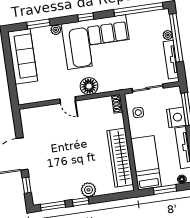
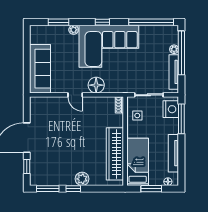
sofa: (23, 56) -> (40, 69), moved
nightstand: (176, 117) -> (171, 109), moved

